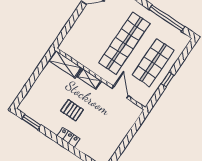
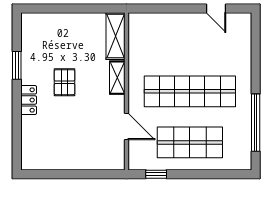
window: (168, 79) -> (156, 174), moved
door: (120, 92) -> (126, 126), hinge flipped
window: (31, 122) -> (17, 65), moved

